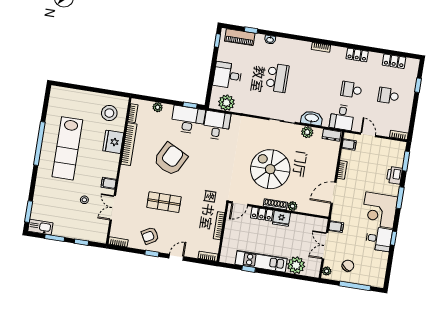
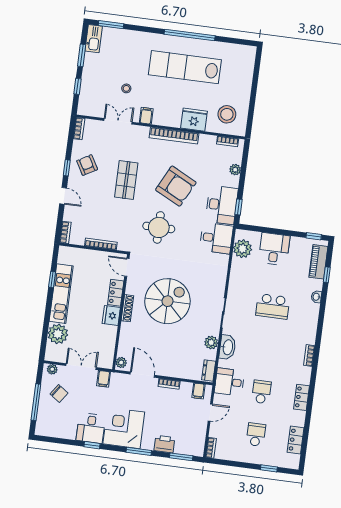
bookcase: (129, 144) -> (174, 136), moved
round table: (206, 175) -> (159, 227), added
plant: (292, 206) -> (121, 362), moved

